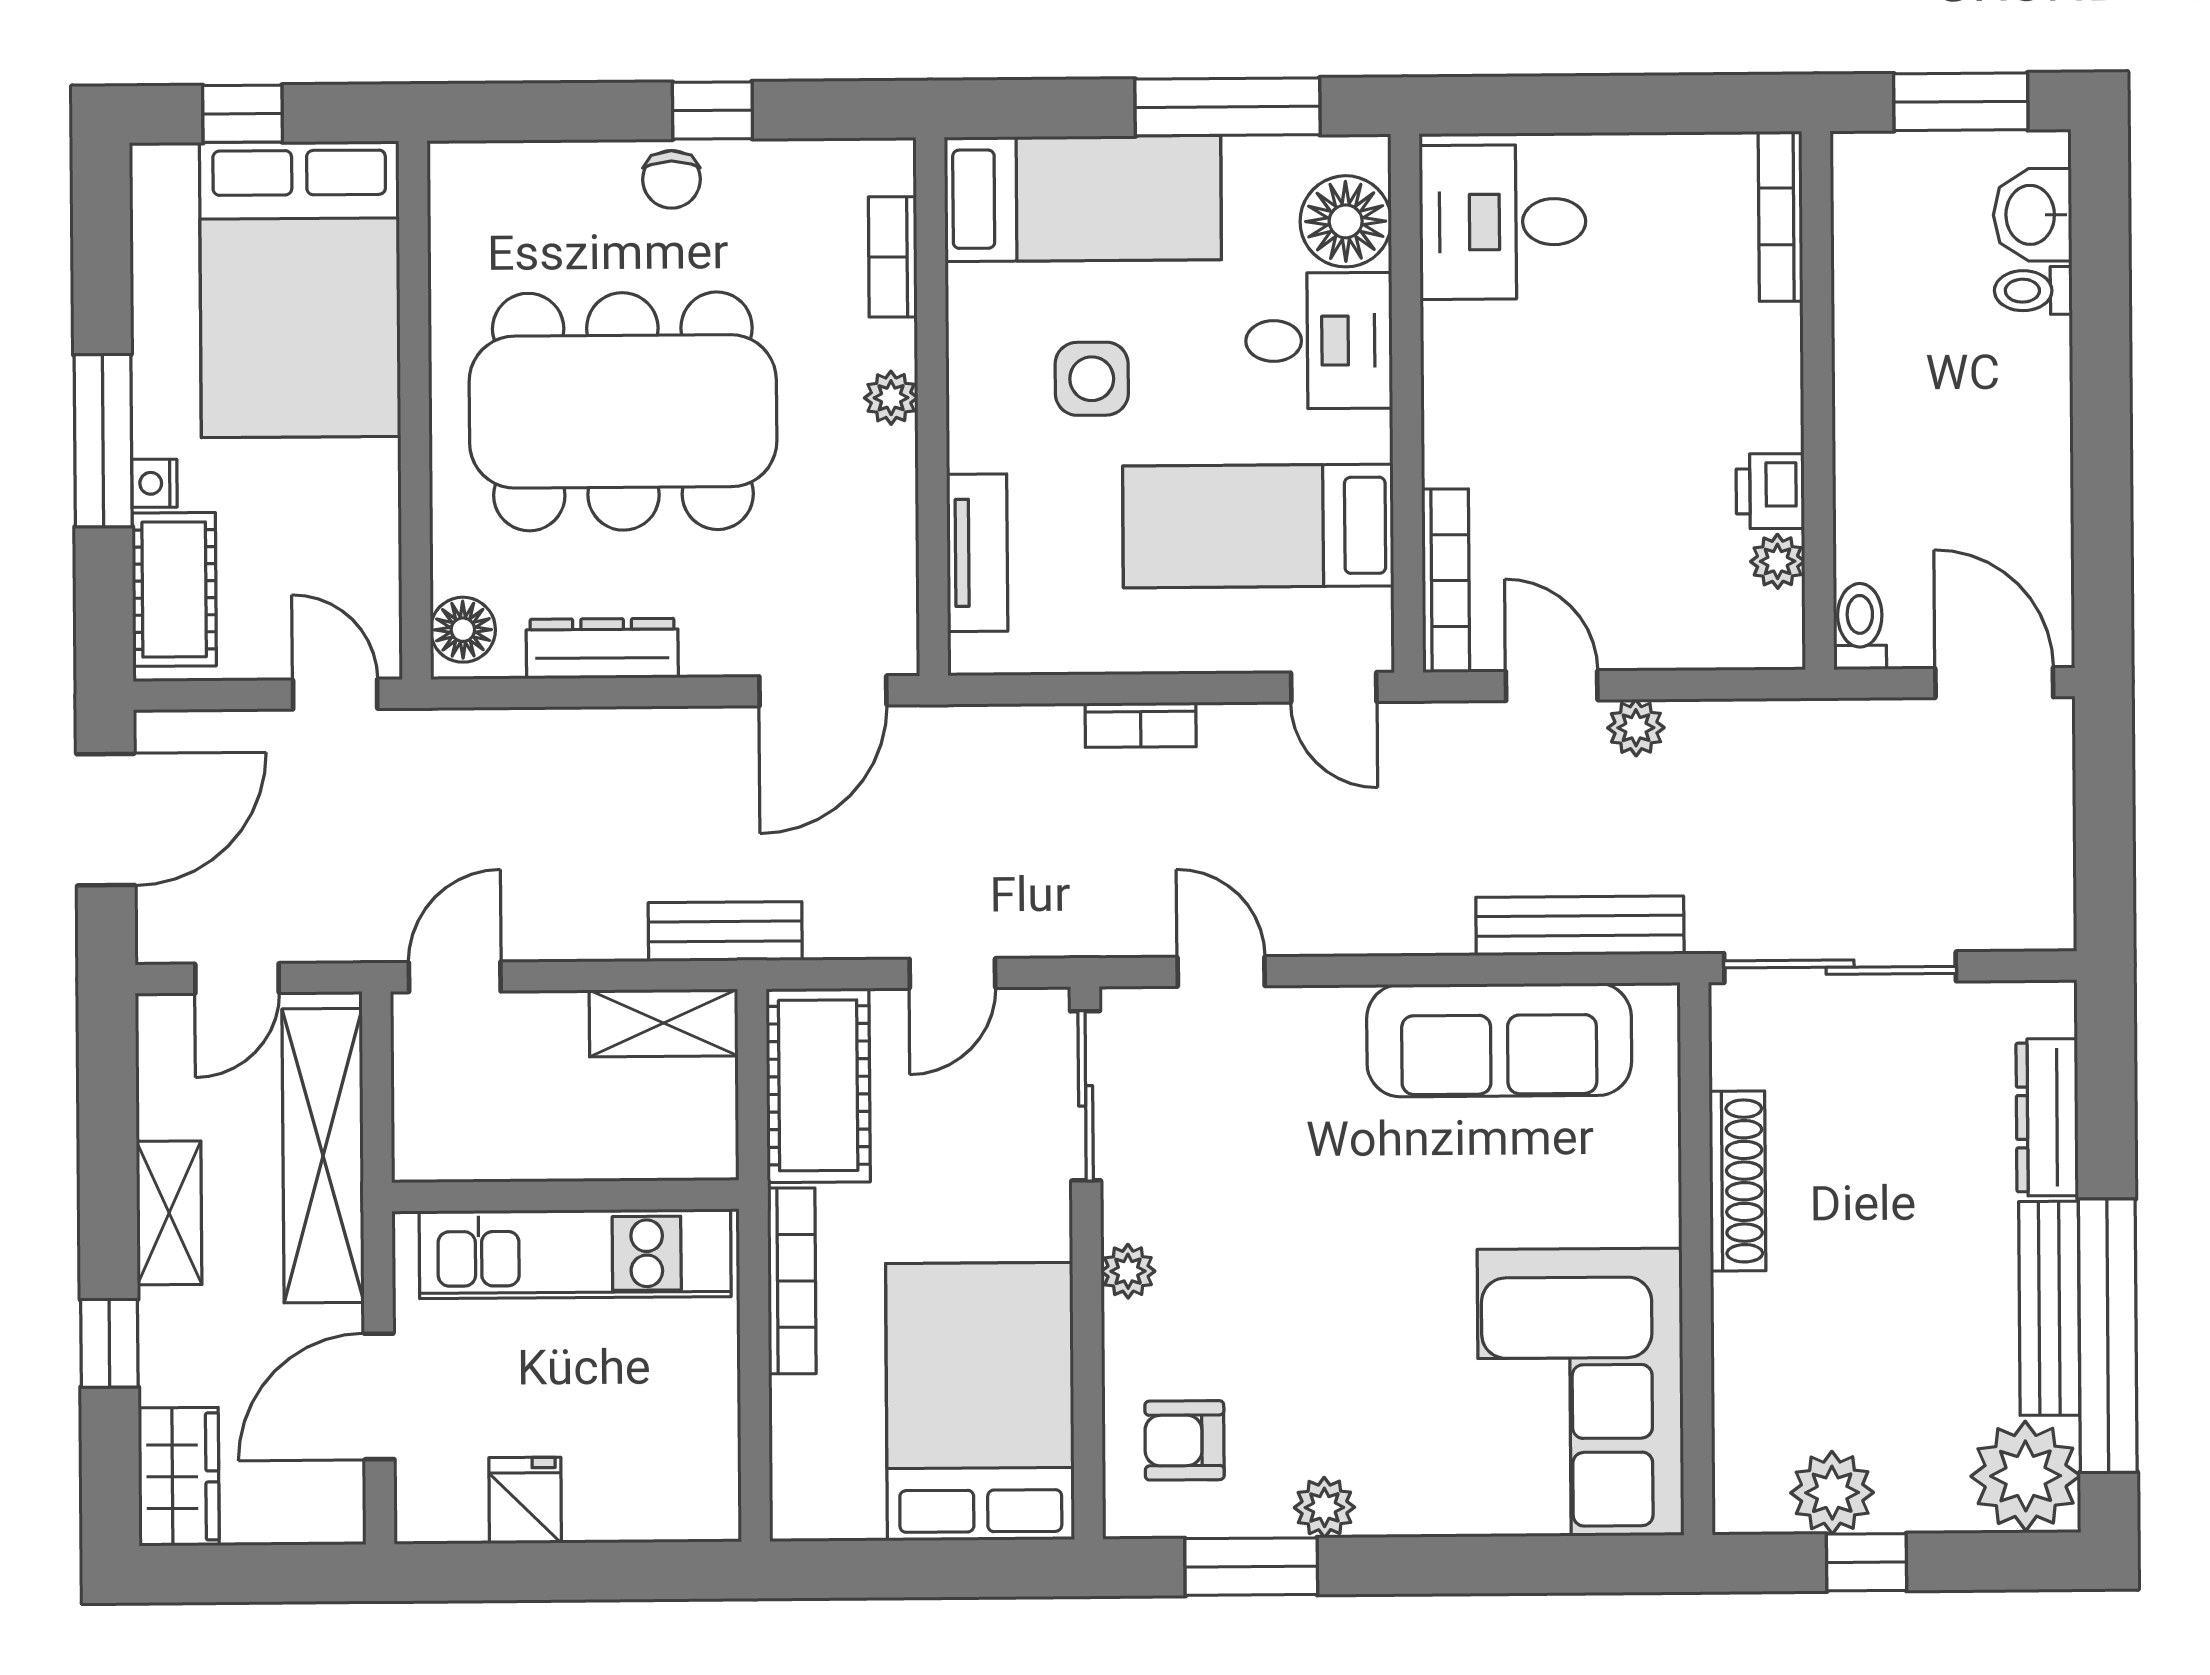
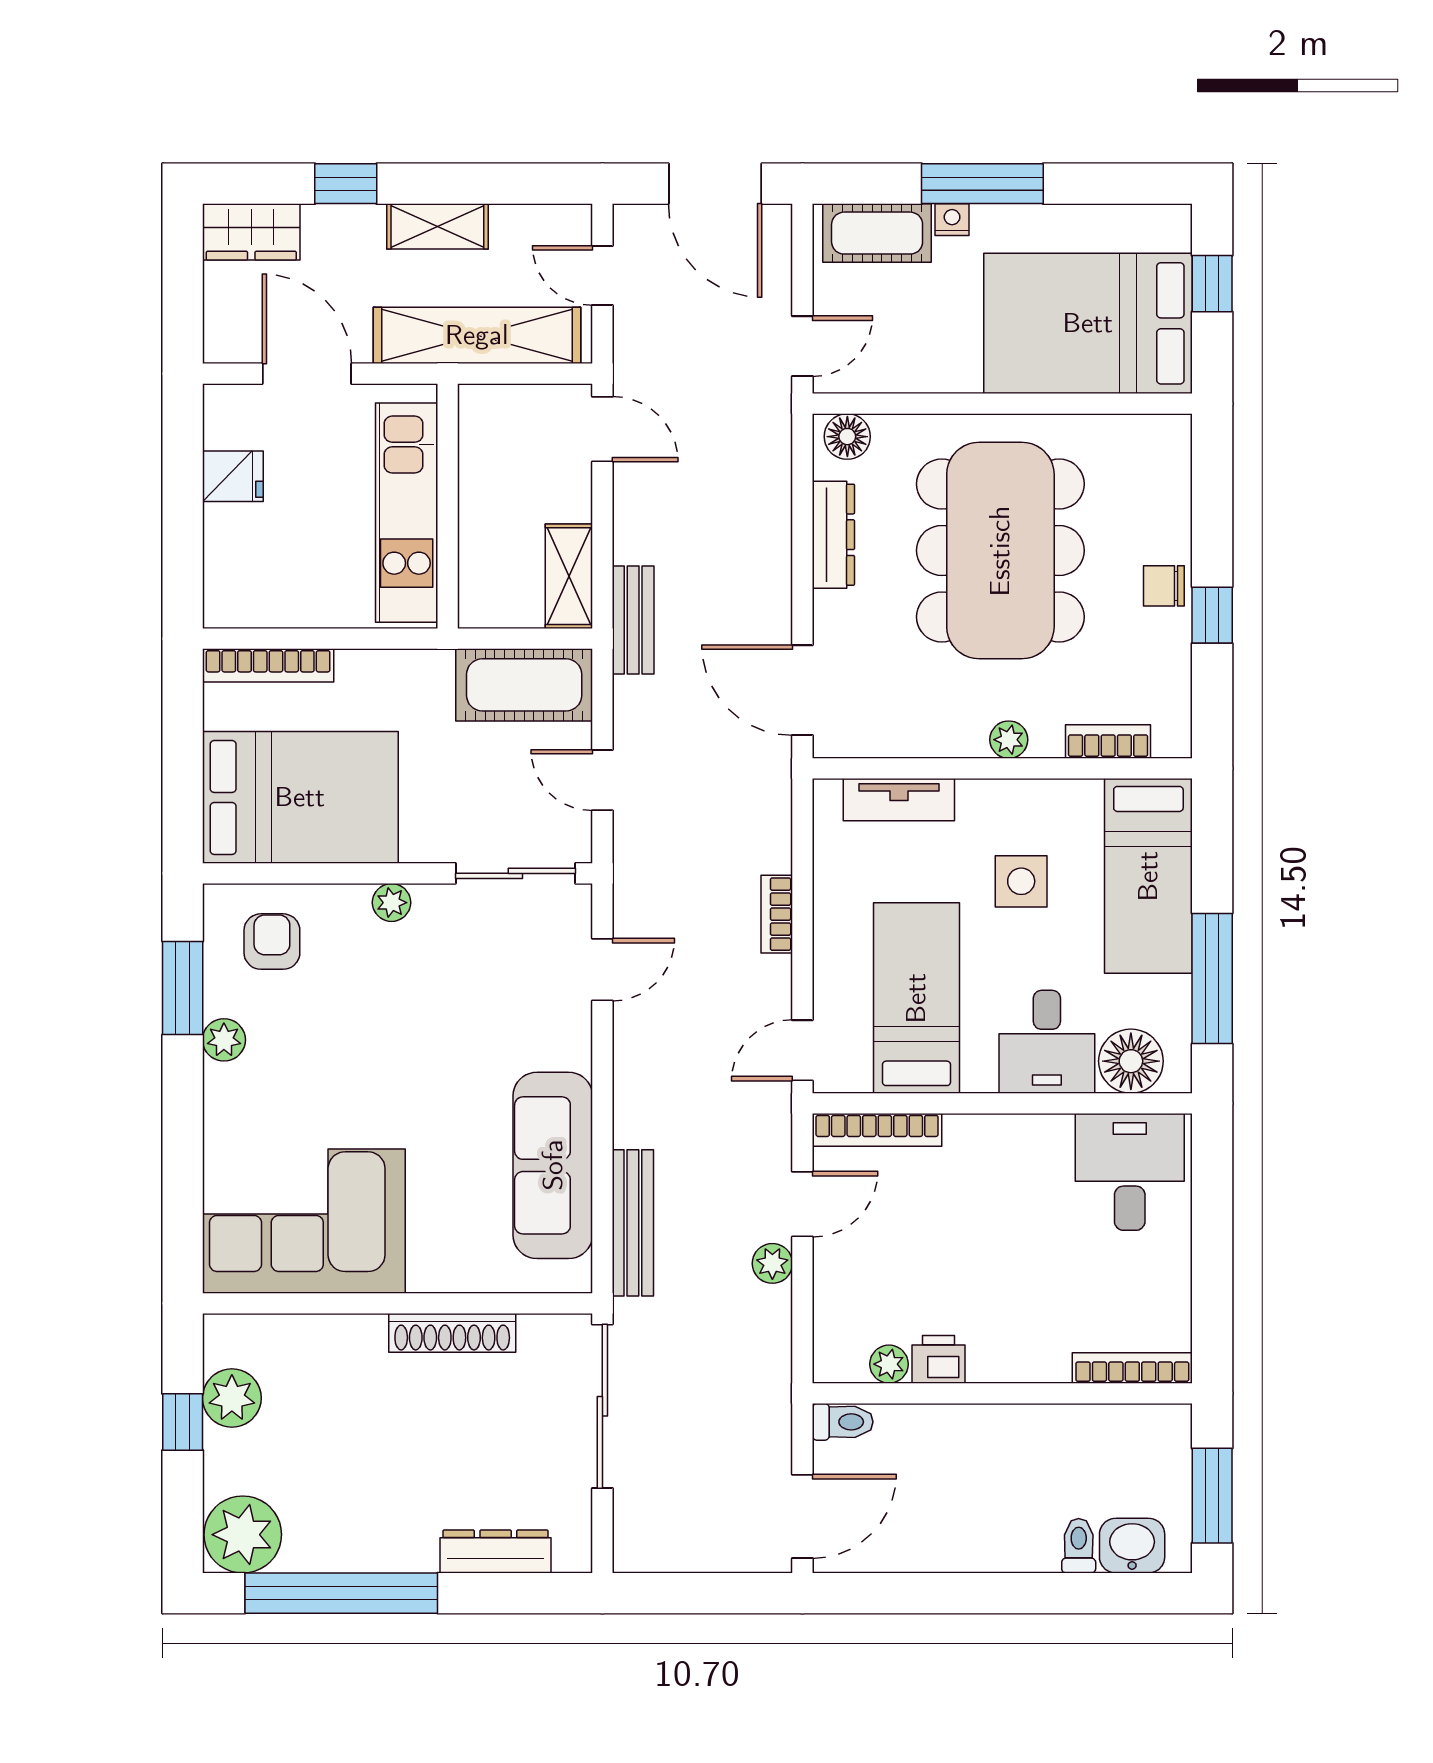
bookcase: (792, 1281) -> (268, 665), moved
bench: (2049, 1308) -> (361, 1552), removed

